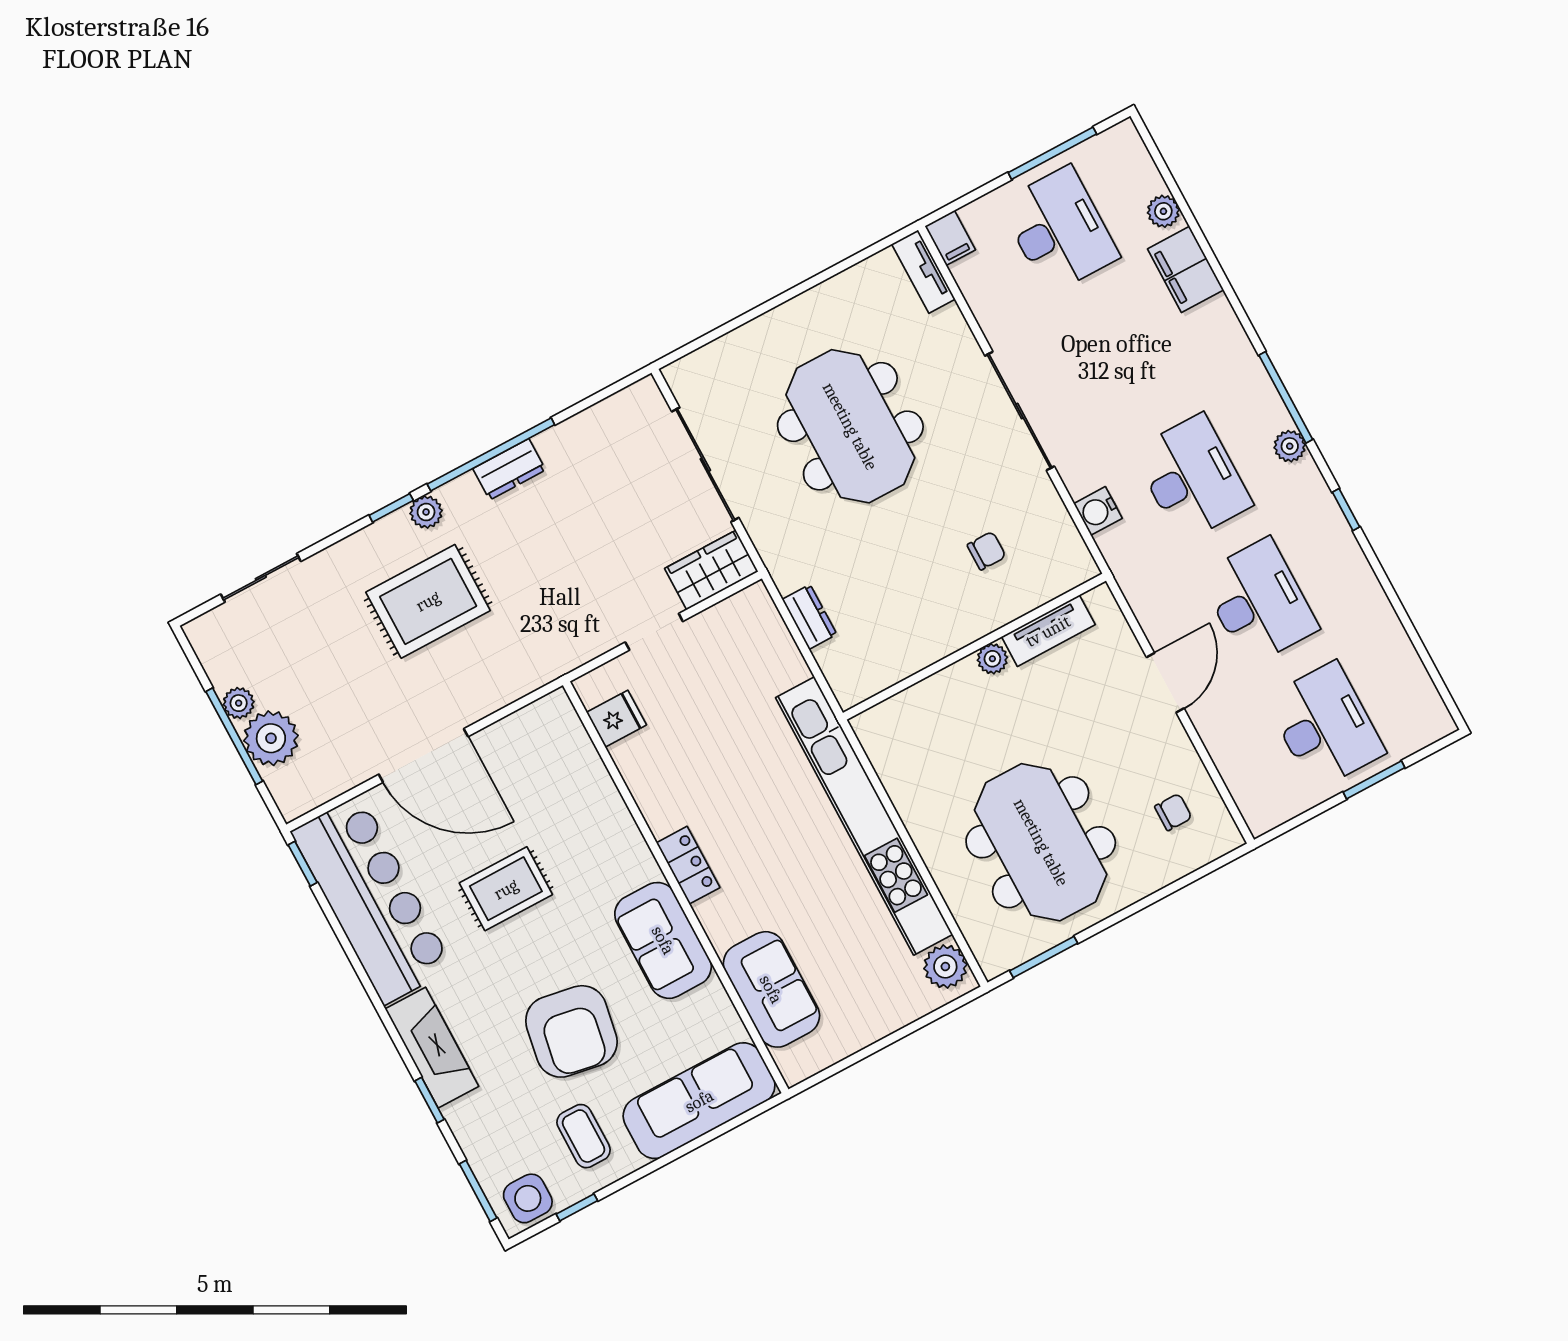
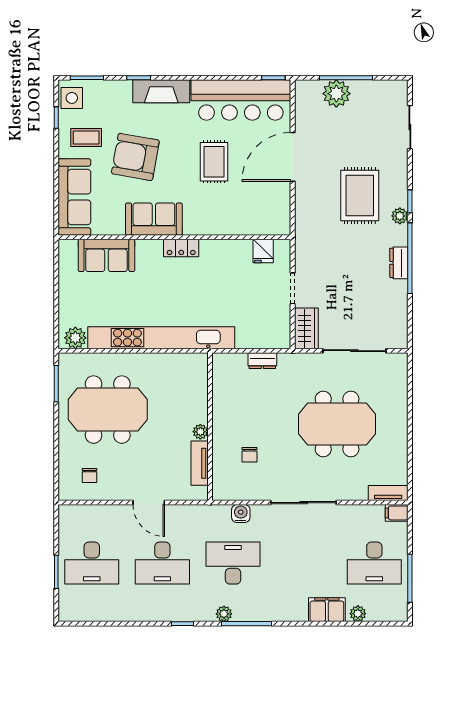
desk: (1192, 478) -> (233, 563), turned 180
plant: (239, 703) -> (360, 88), removed

